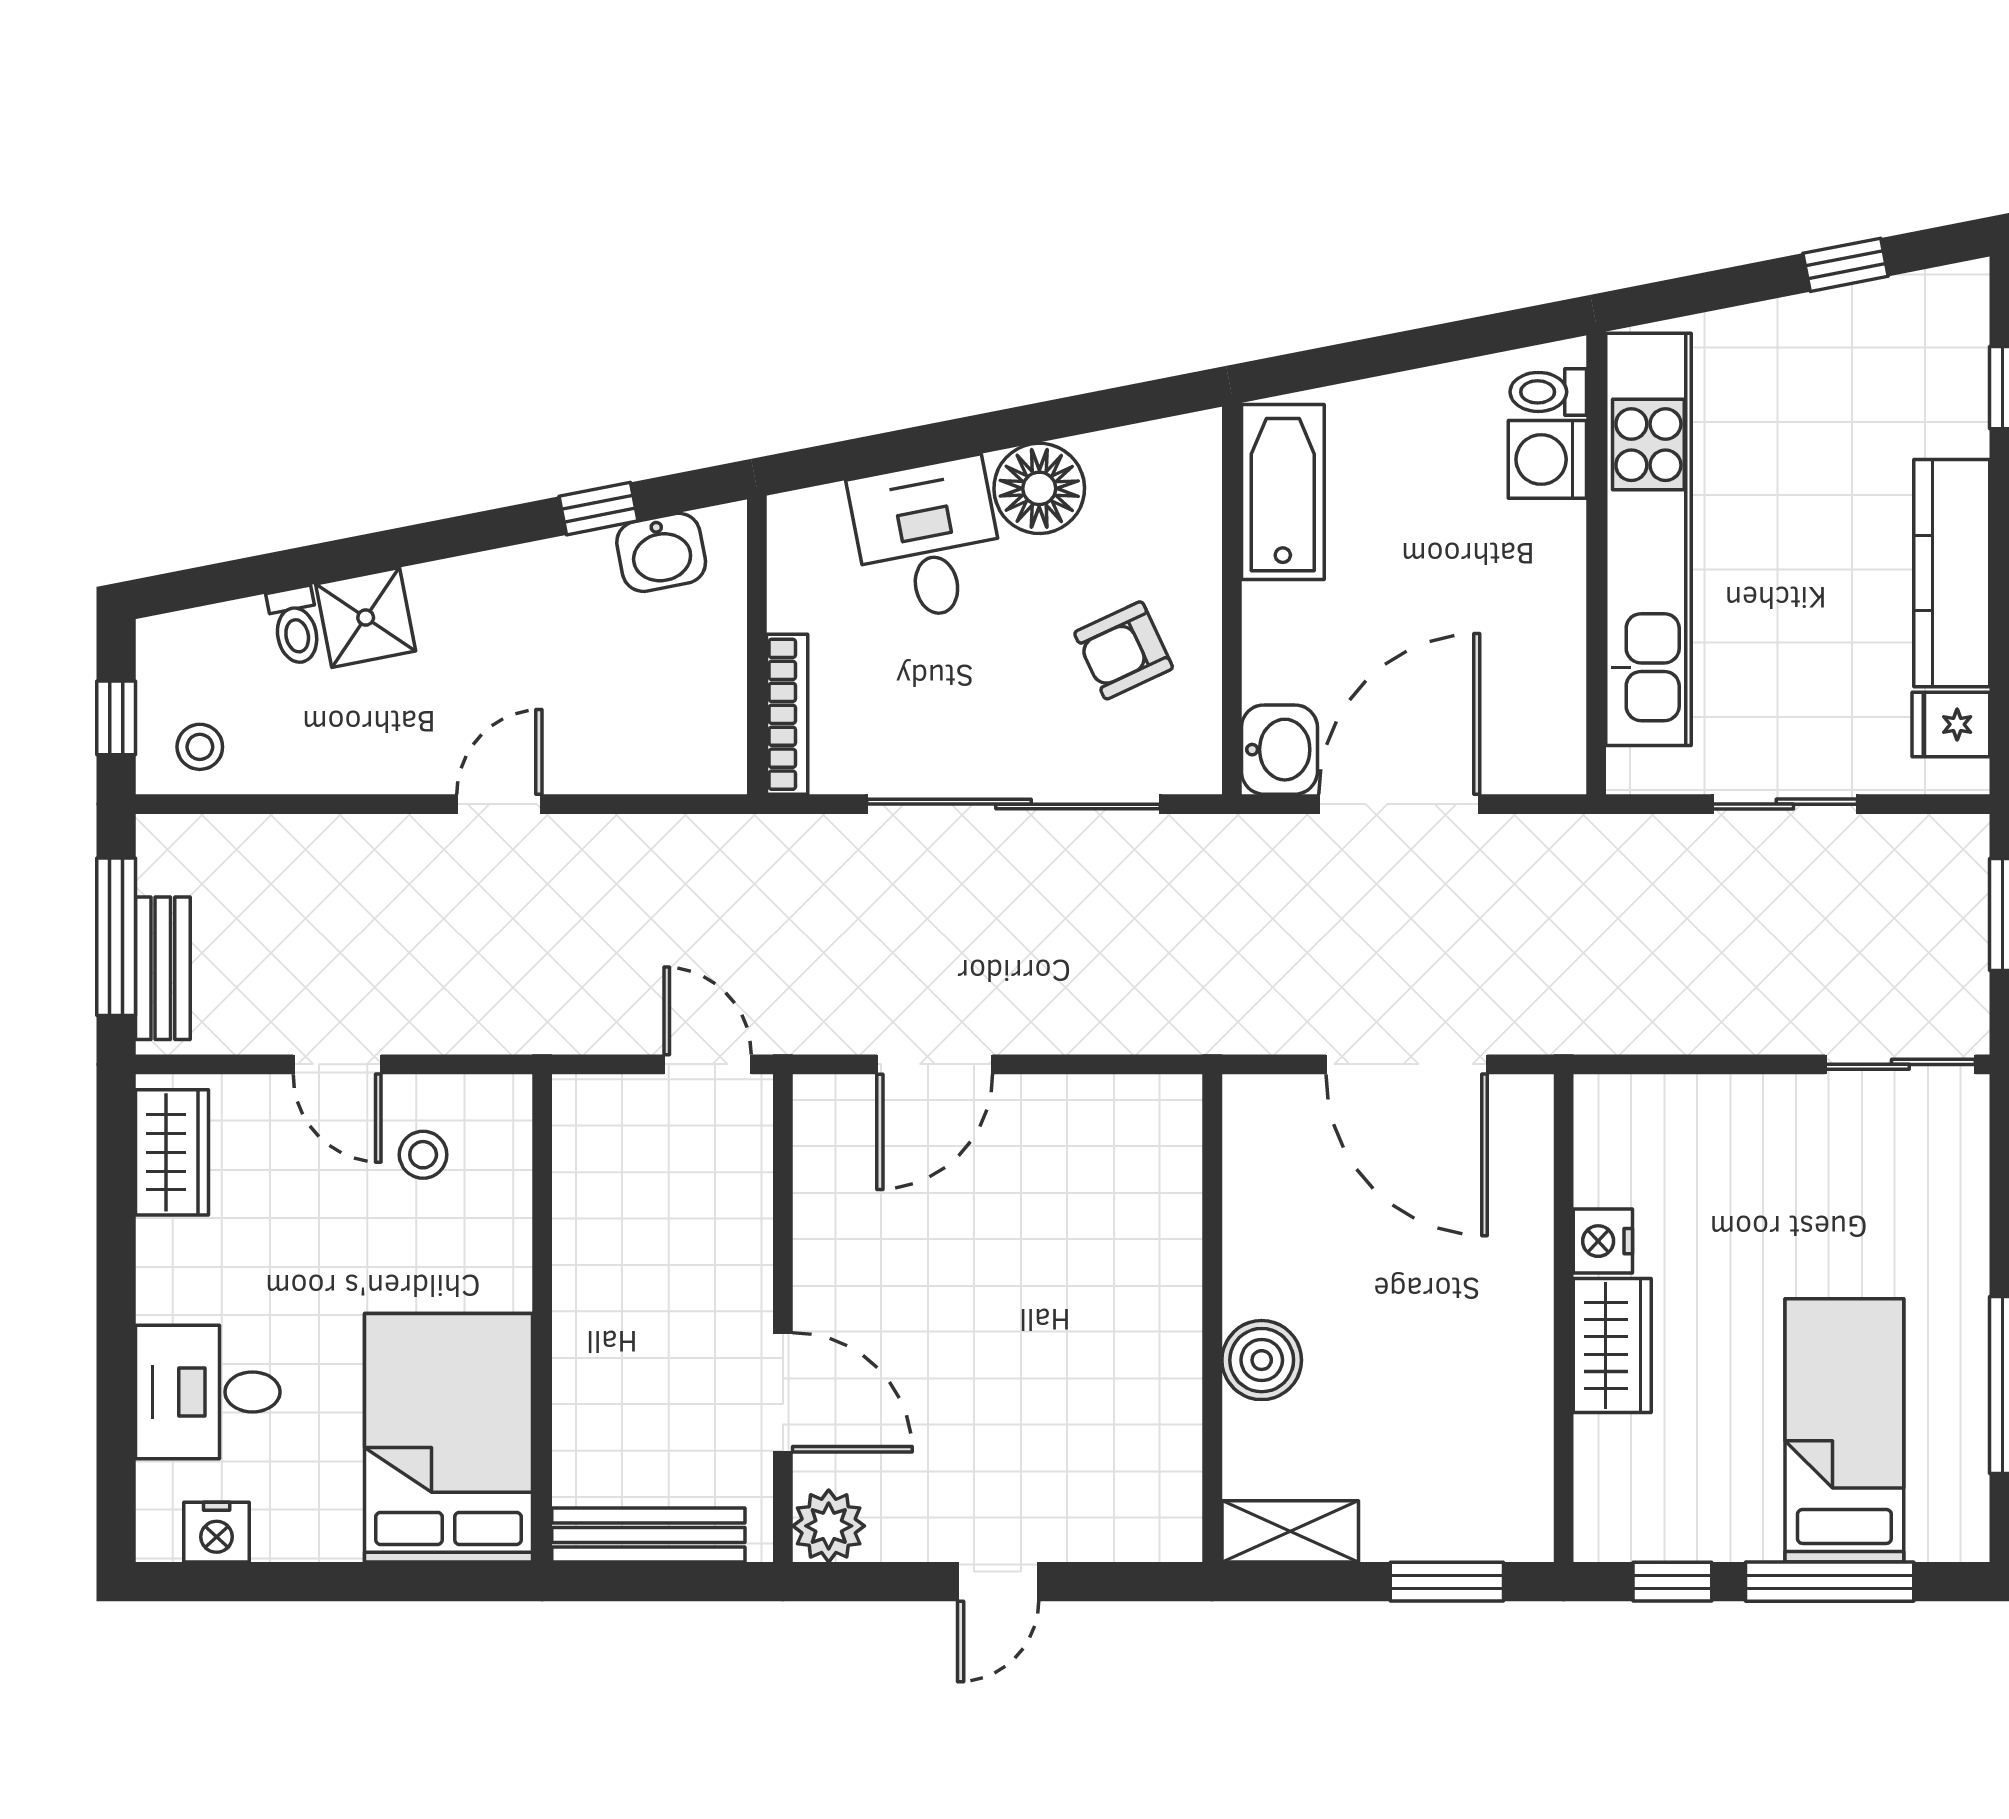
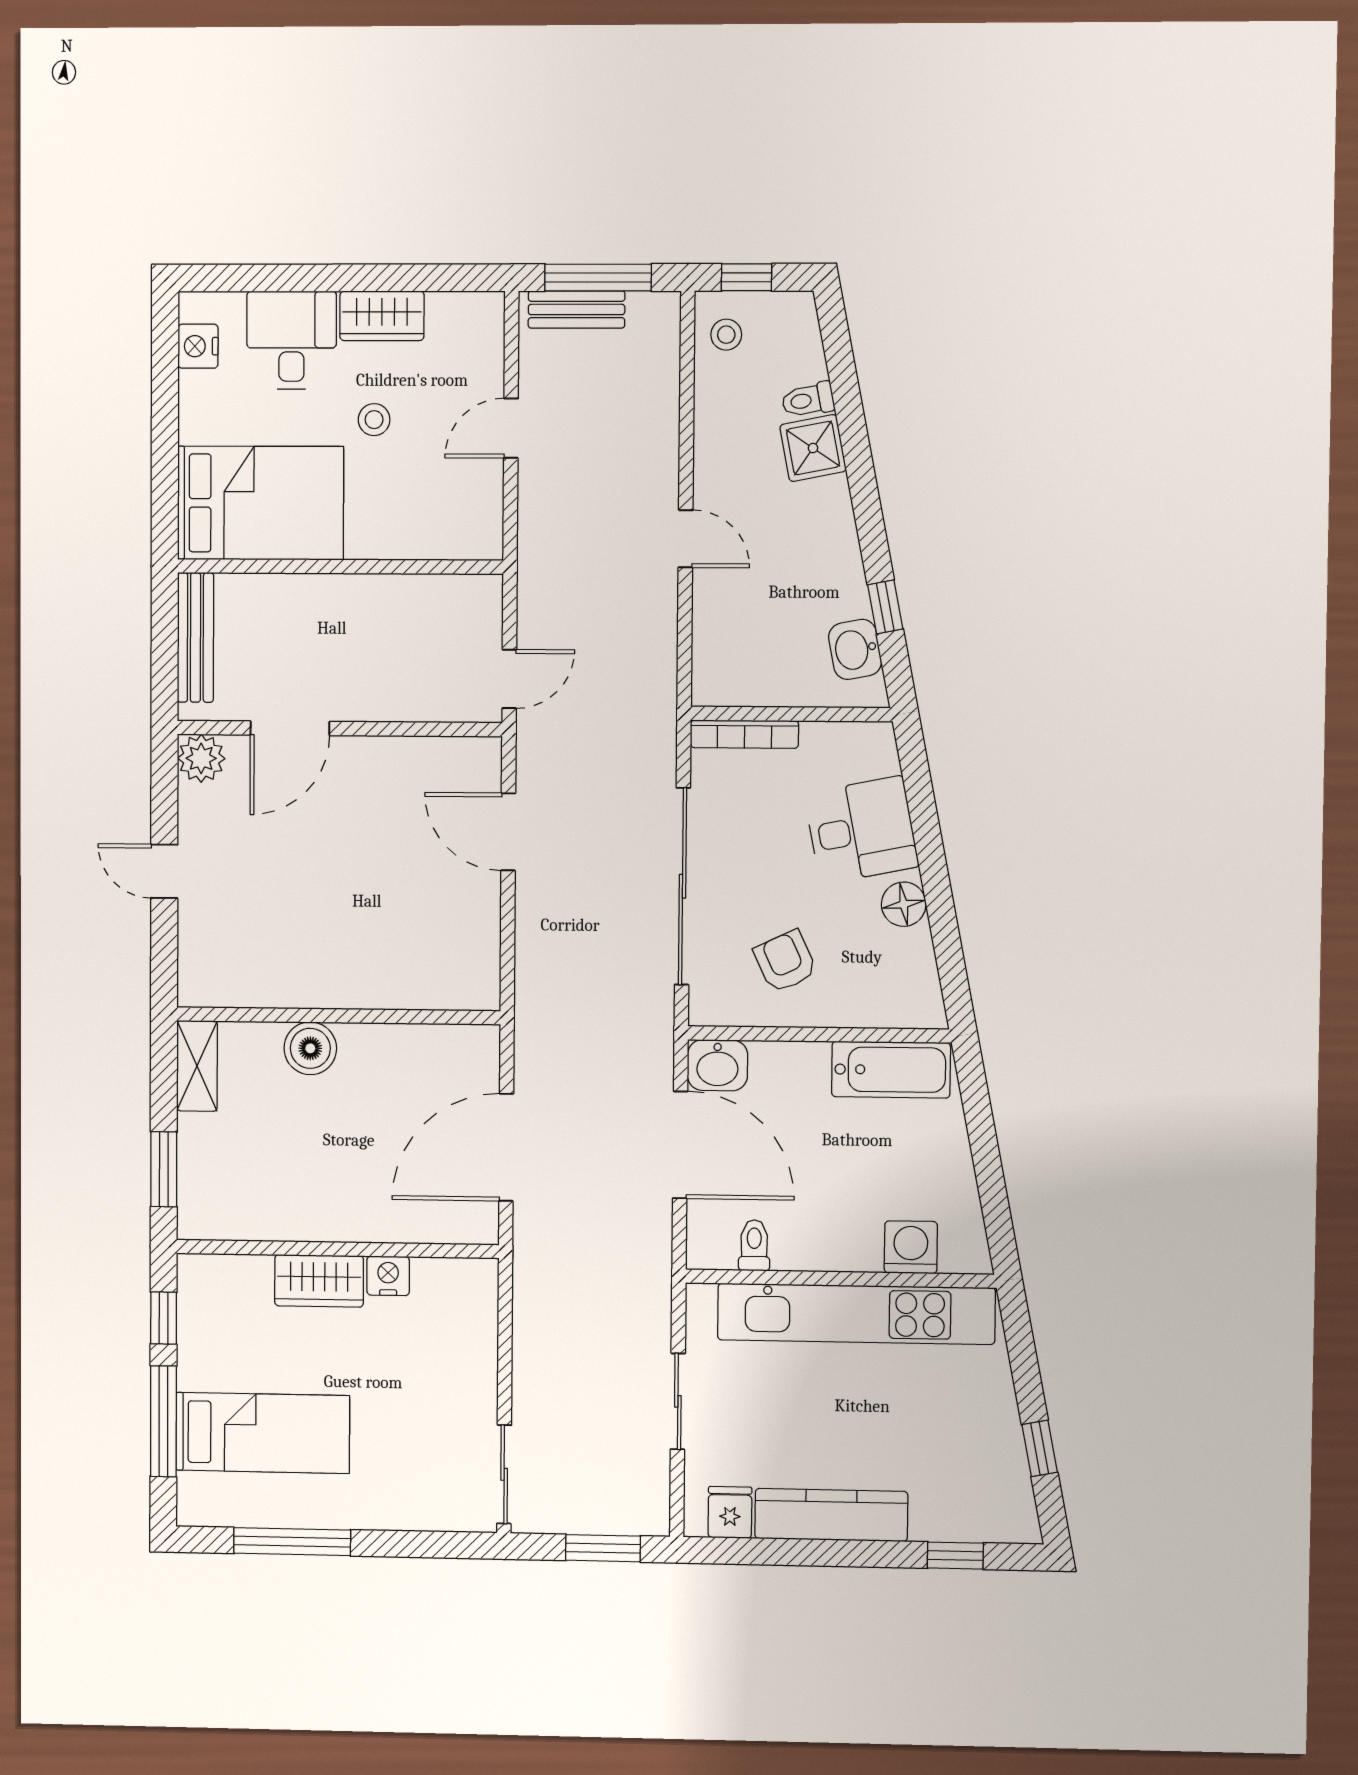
toilet: (1548, 392) -> (754, 1245), moved
floor lamp: (1039, 488) -> (904, 904), width x0.73, depth x0.73
wardrobe: (172, 1152) -> (382, 316), moved
stool: (423, 1155) -> (374, 420), moved

